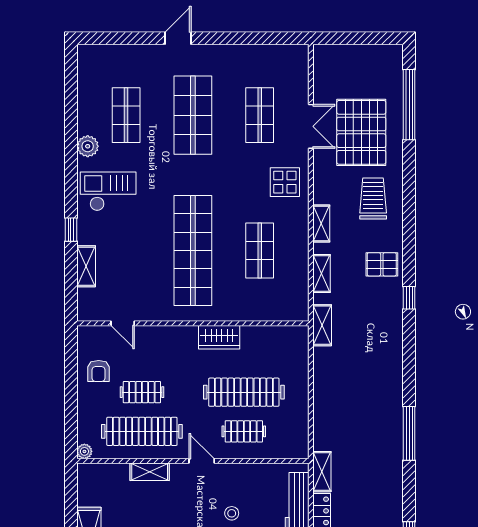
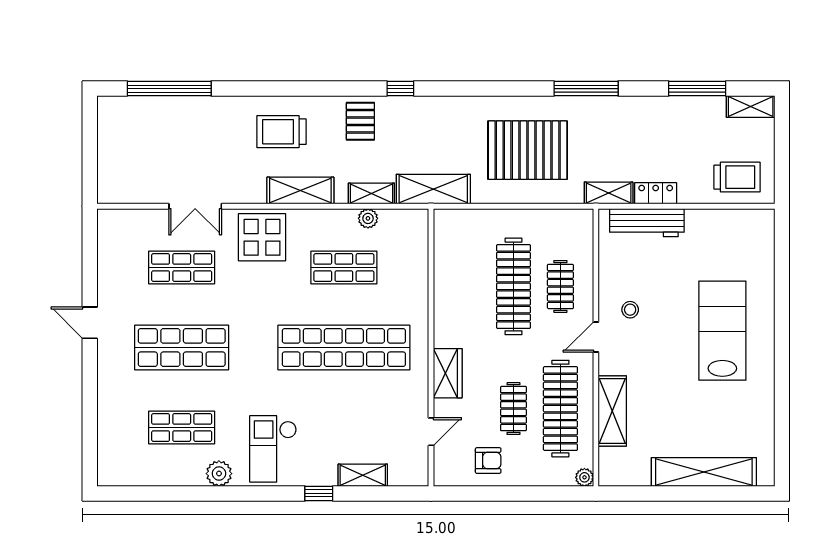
door: (178, 38) -> (90, 323), moved
double door: (311, 126) -> (195, 206), swing flipped
pallet: (361, 132) -> (528, 150), moved
display table: (285, 182) -> (262, 237), width x1.36, depth x1.36
shelving: (321, 224) -> (300, 191), width x1.50, depth x1.33
plant: (301, 271) -> (368, 218), added
shelving: (322, 325) -> (433, 189), width x1.50, depth x1.33
wardrobe: (219, 337) -> (448, 373), moved
window: (409, 433) -> (586, 89), moved
shelving: (150, 472) -> (612, 411), width x1.50, depth x1.33
stool: (232, 513) -> (630, 310), moved

